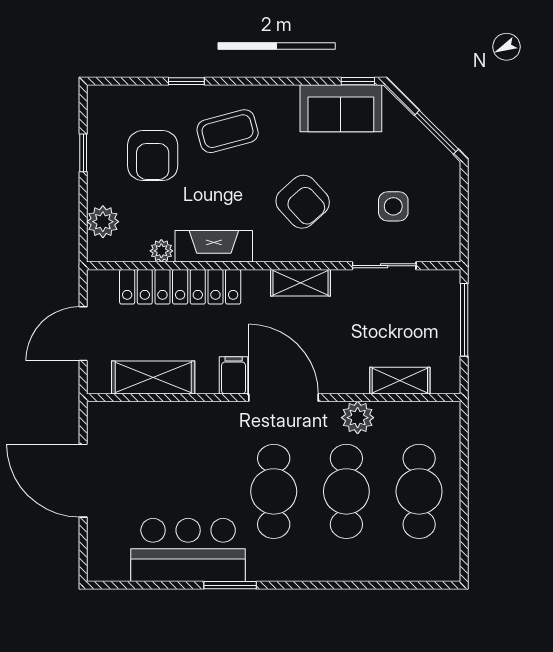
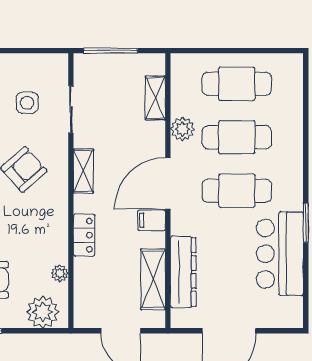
plant: (103, 222) -> (43, 312), width x1.36, depth x1.36
fireplace: (214, 246) -> (57, 235), removed
locker: (180, 287) -> (84, 235), width x0.46, depth x0.83
dresser: (163, 419) -> (183, 272), added

